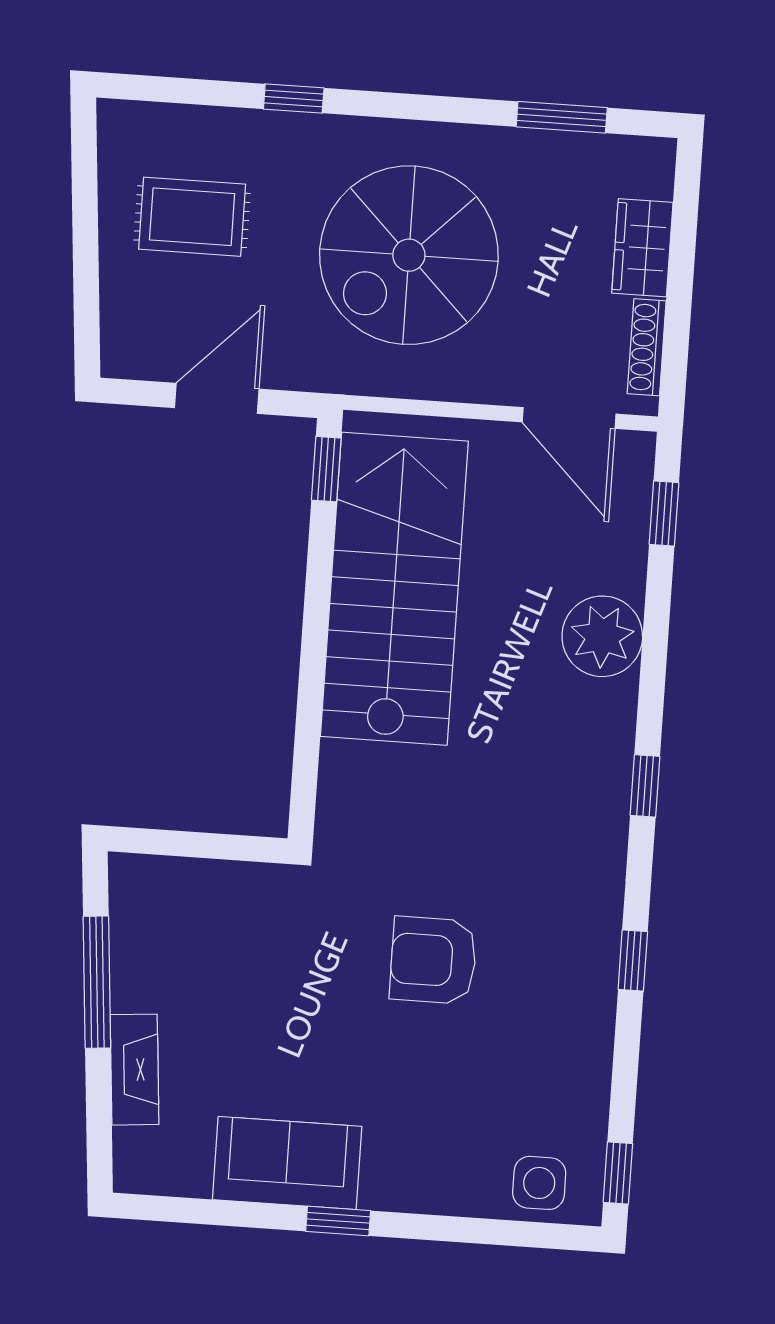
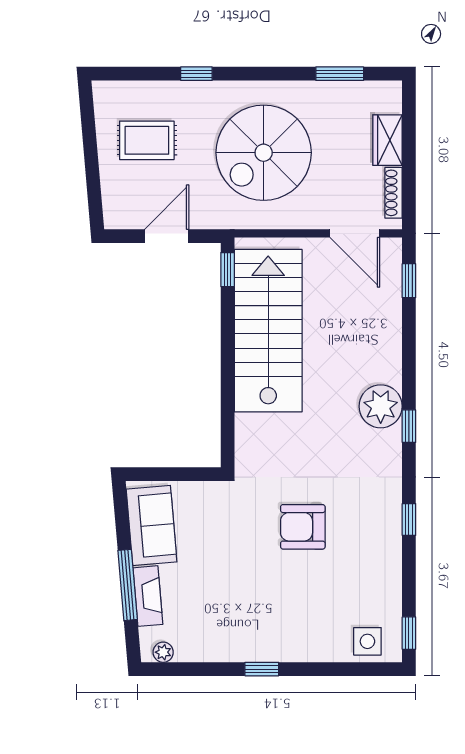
plant: (602, 636) -> (381, 406), moved
window: (97, 982) -> (128, 585), moved
sofa: (287, 1163) -> (152, 525), moved, turned 85
plant: (156, 1177) -> (163, 652), added

